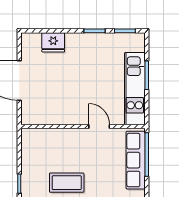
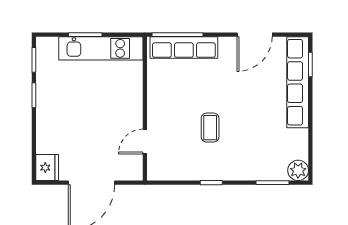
fridge: (53, 42) -> (47, 168), moved
door: (99, 126) -> (145, 142), moved
coffee table: (67, 183) -> (210, 128), width x0.73, depth x0.77

